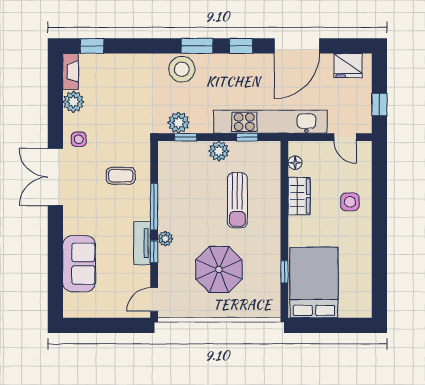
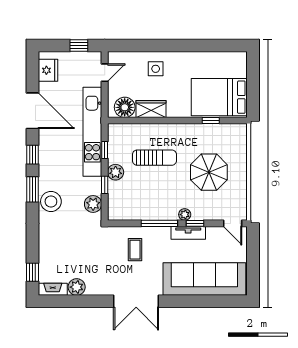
window: (185, 137) -> (105, 185), moved
side table: (79, 139) -> (106, 283), removed
floor lamp: (295, 163) -> (125, 107), width x1.89, depth x1.89
sofa: (79, 264) -> (204, 279), width x1.85, depth x1.27

